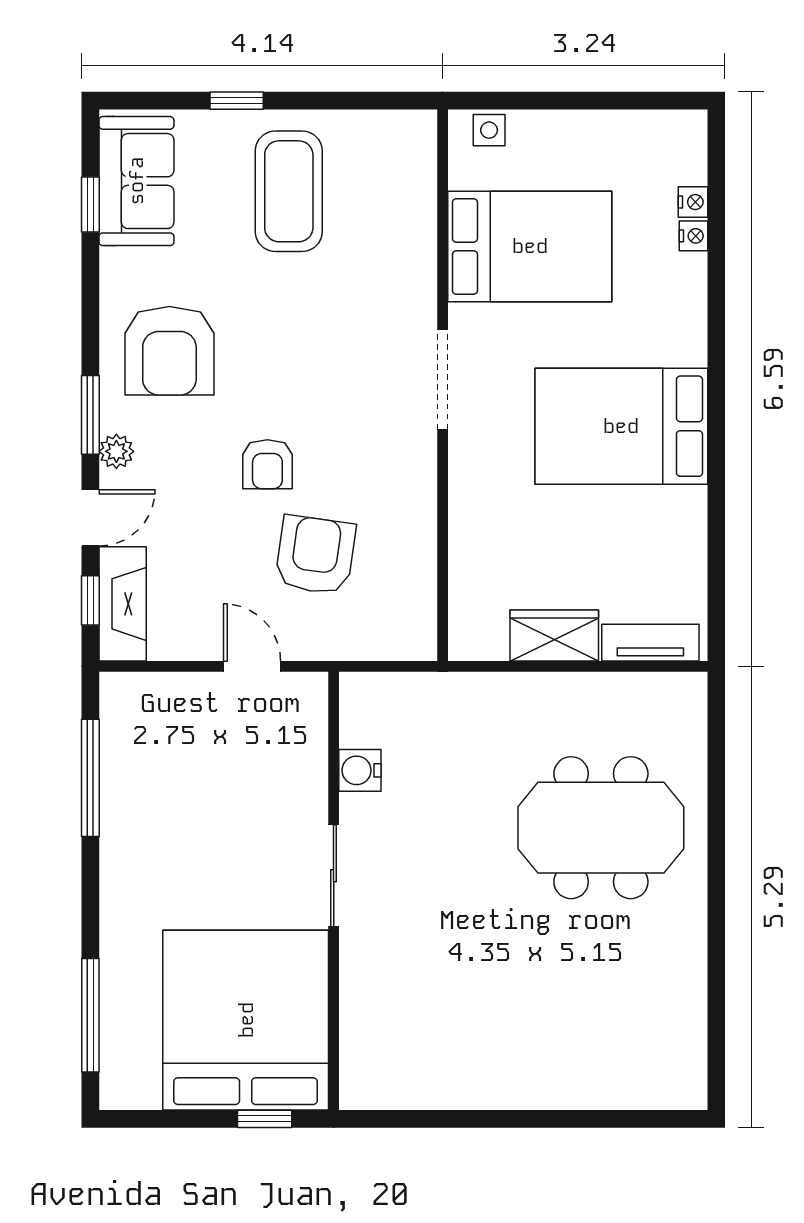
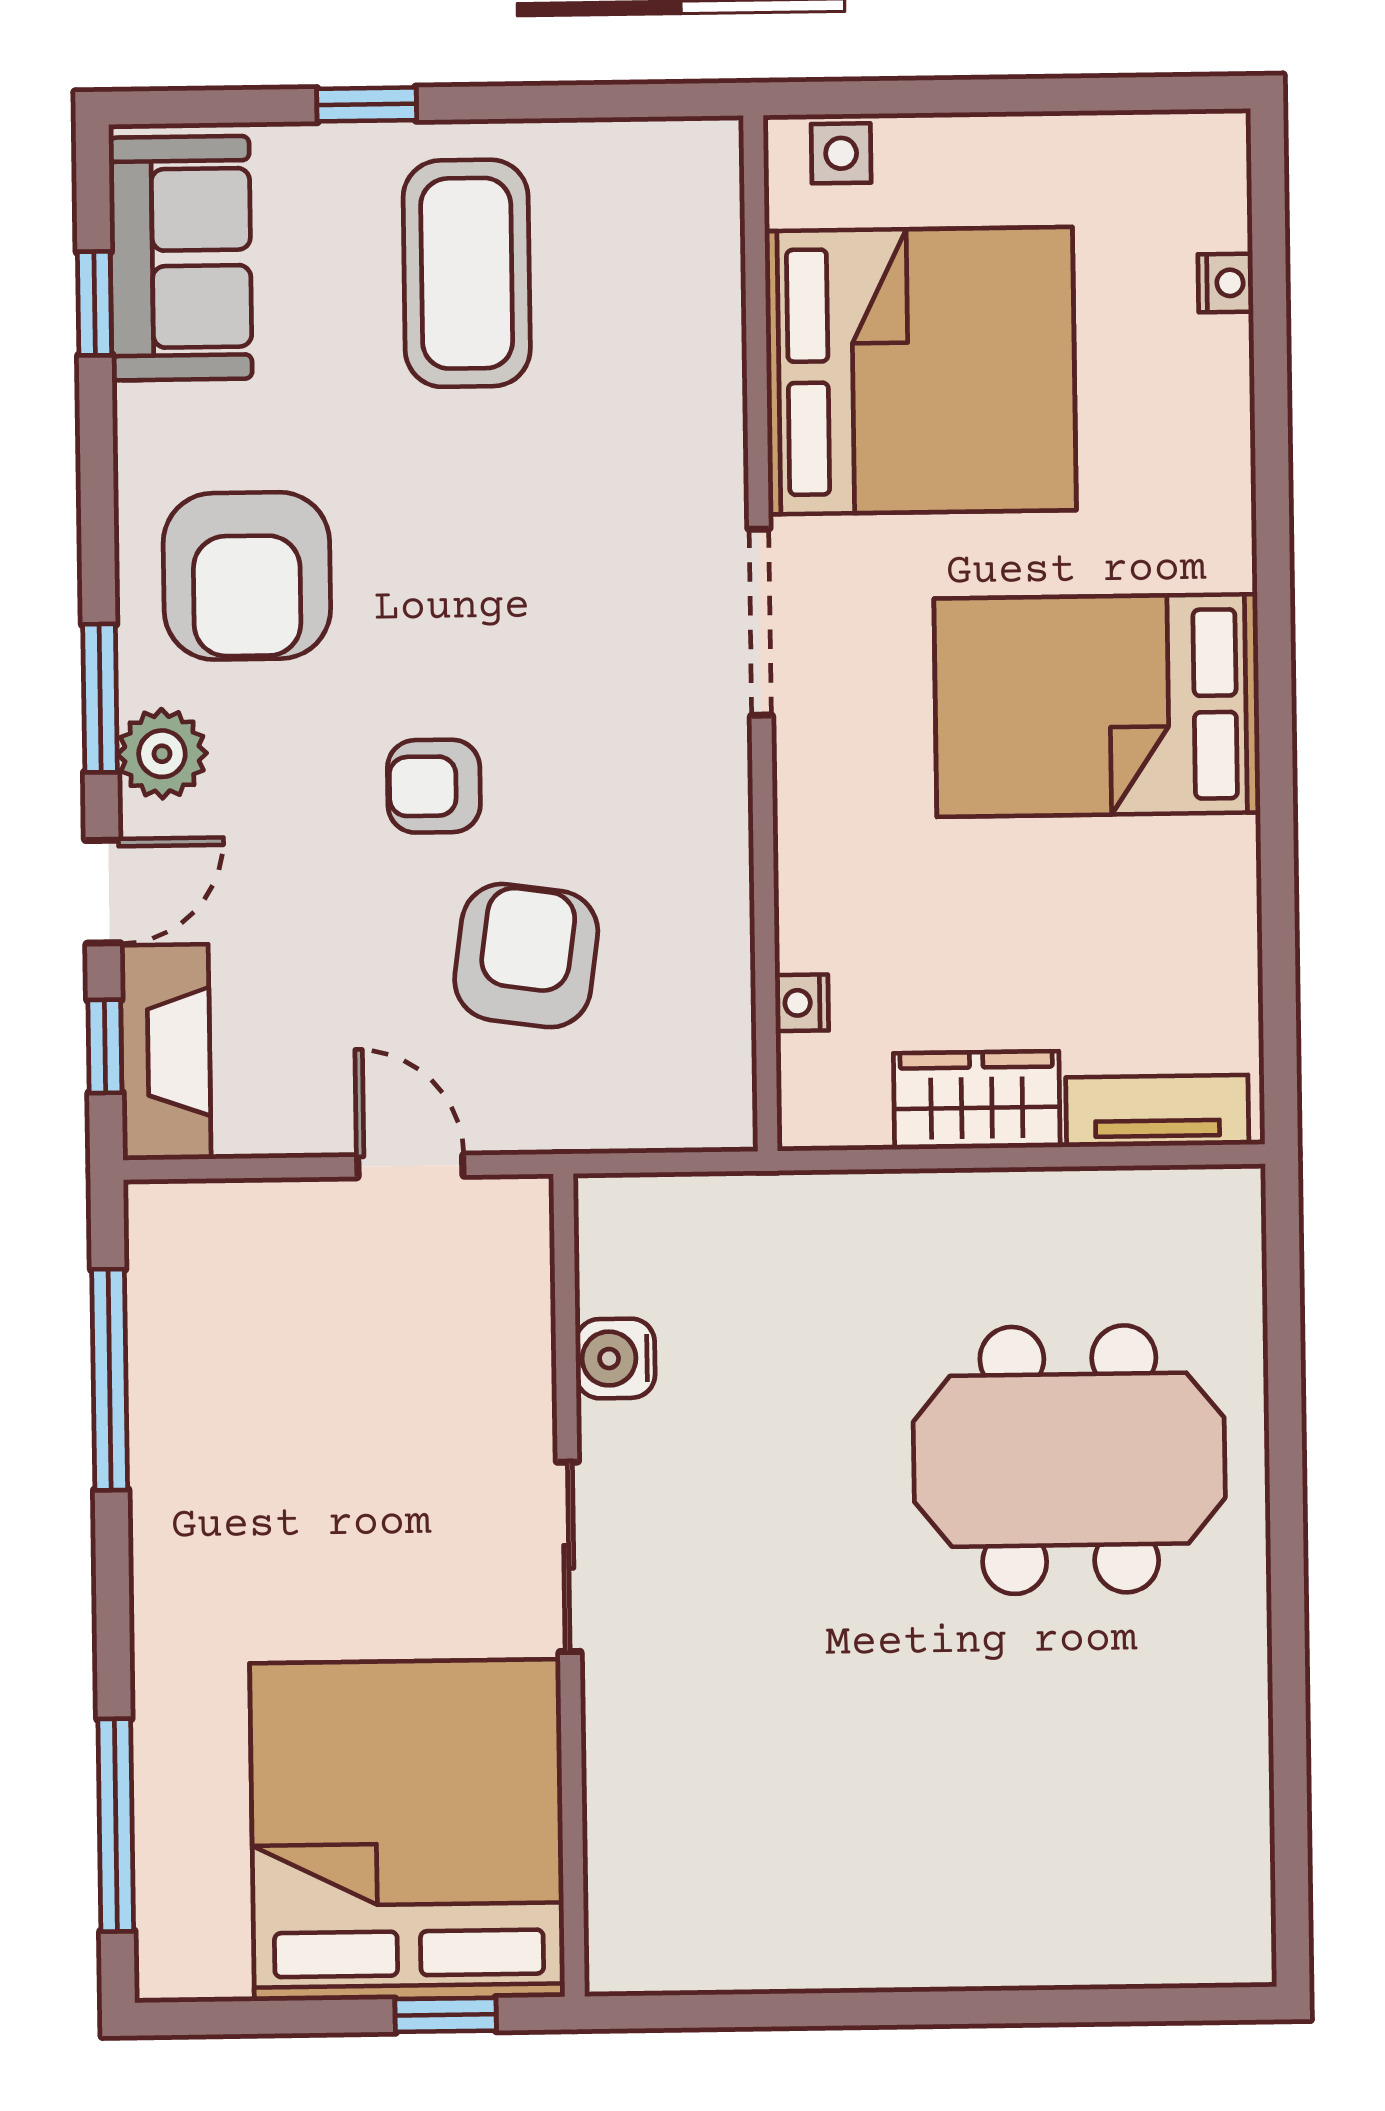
nightstand: (693, 236) -> (802, 1003), moved, turned 180
bed: (530, 246) -> (920, 371), width x1.36
plant: (116, 451) -> (162, 754), width x1.38, depth x1.38
armchair: (267, 464) -> (434, 786), turned 90

